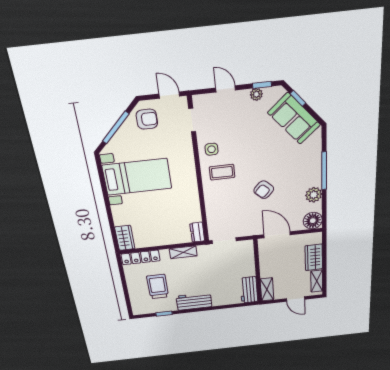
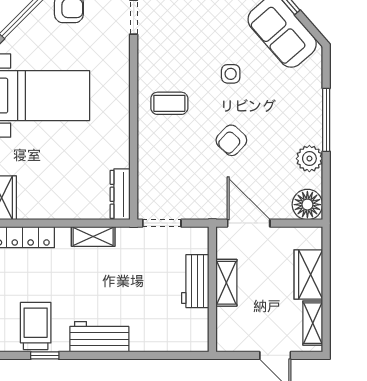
side table: (212, 149) -> (231, 74), moved
dresser: (197, 232) -> (120, 194), width x1.44
trolley: (158, 287) -> (36, 326), moved
shelving: (267, 289) -> (226, 283), moved
workbench: (249, 290) -> (195, 281), moved

